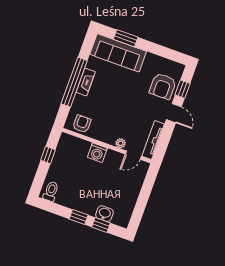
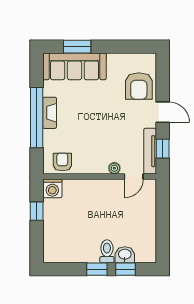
window: (183, 89) -> (163, 149), moved
washing machine: (97, 153) -> (52, 188), moved
toilet: (51, 191) -> (107, 251), moved

